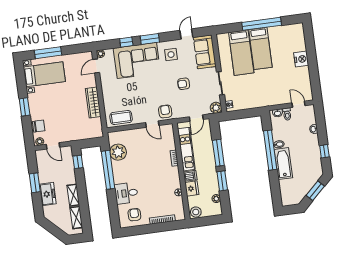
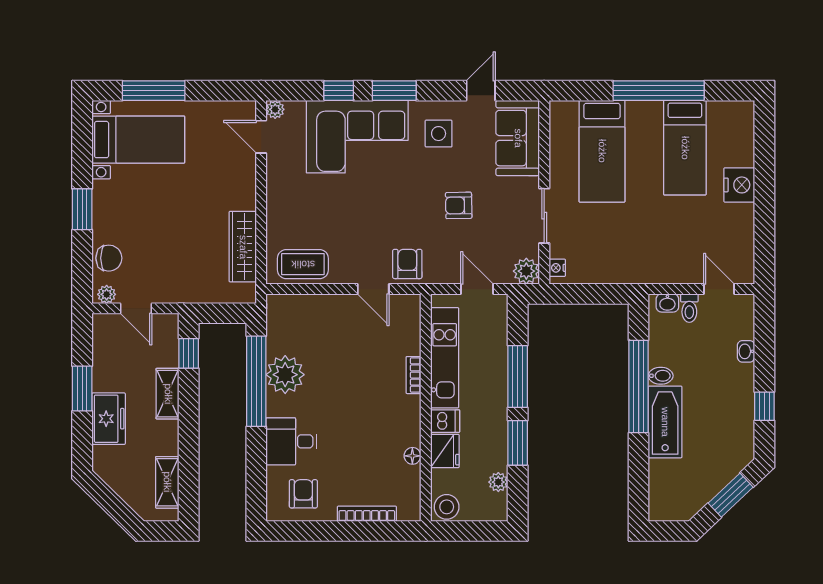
bed: (260, 48) -> (685, 148), moved
door: (96, 66) -> (261, 137), hinge flipped
wardrobe: (93, 103) -> (243, 247), moved
door: (196, 118) -> (477, 289), swing flipped
plant: (118, 152) -> (285, 375), moved
shelving: (73, 195) -> (168, 394), moved

